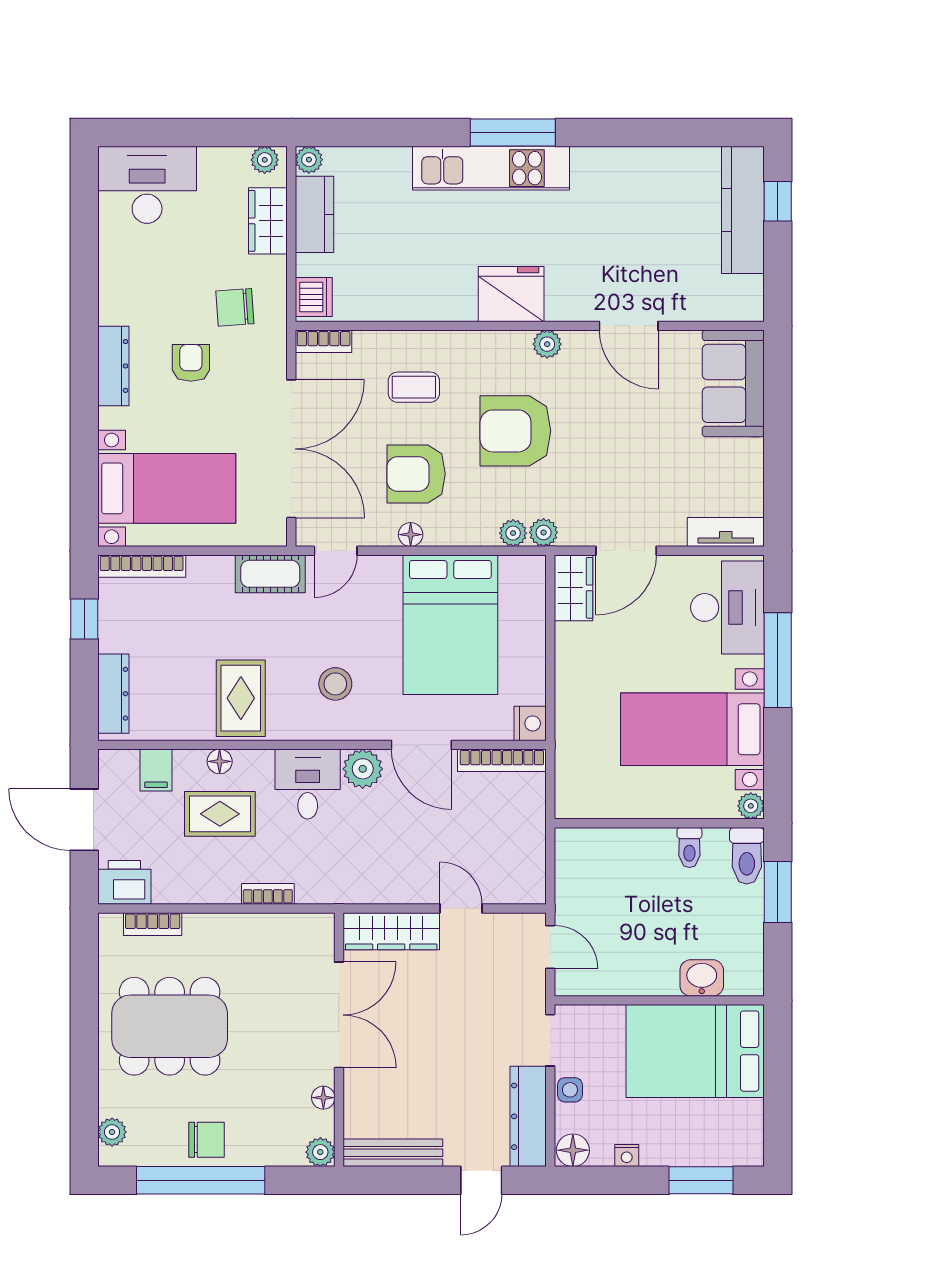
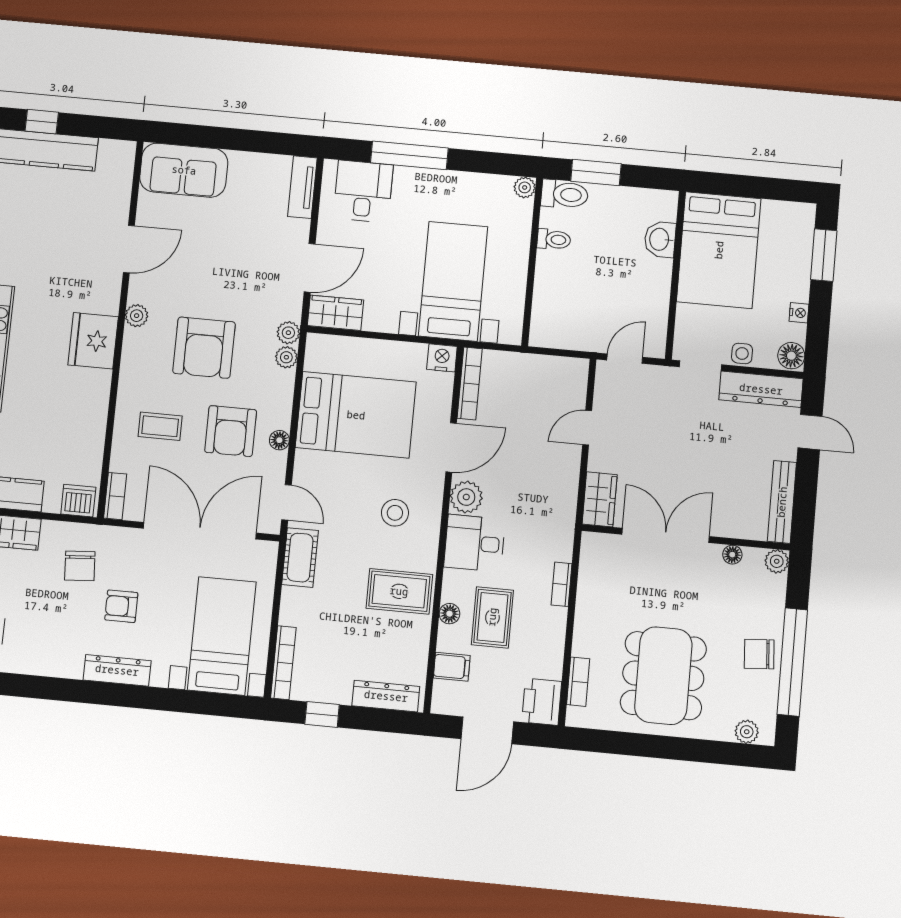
coffee table: (414, 387) -> (160, 426), turned 90
door: (626, 551) -> (310, 268), hinge flipped
desk: (727, 607) -> (363, 191), width x0.73
bed with nightstands: (692, 729) -> (453, 281), moved, turned 180
wardrobe: (391, 931) -> (600, 499), width x0.67
chair: (206, 1140) -> (759, 654), turned -94

